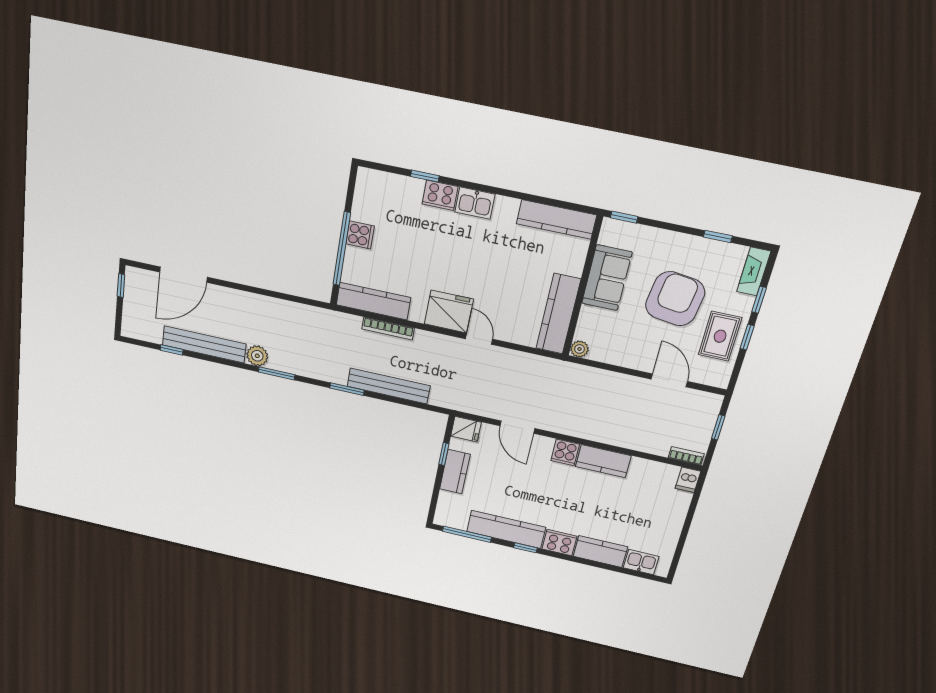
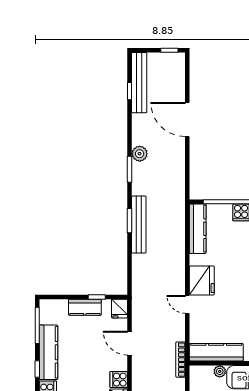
door: (183, 275) -> (187, 119), moved
bookcase: (388, 329) -> (181, 360), moved
door: (479, 339) -> (187, 304), swing flipped
bench: (204, 344) -> (139, 83), moved
plant: (580, 349) -> (220, 371), moved
bench: (389, 386) -> (139, 225), moved
door: (517, 427) -> (130, 343), hinge flipped

